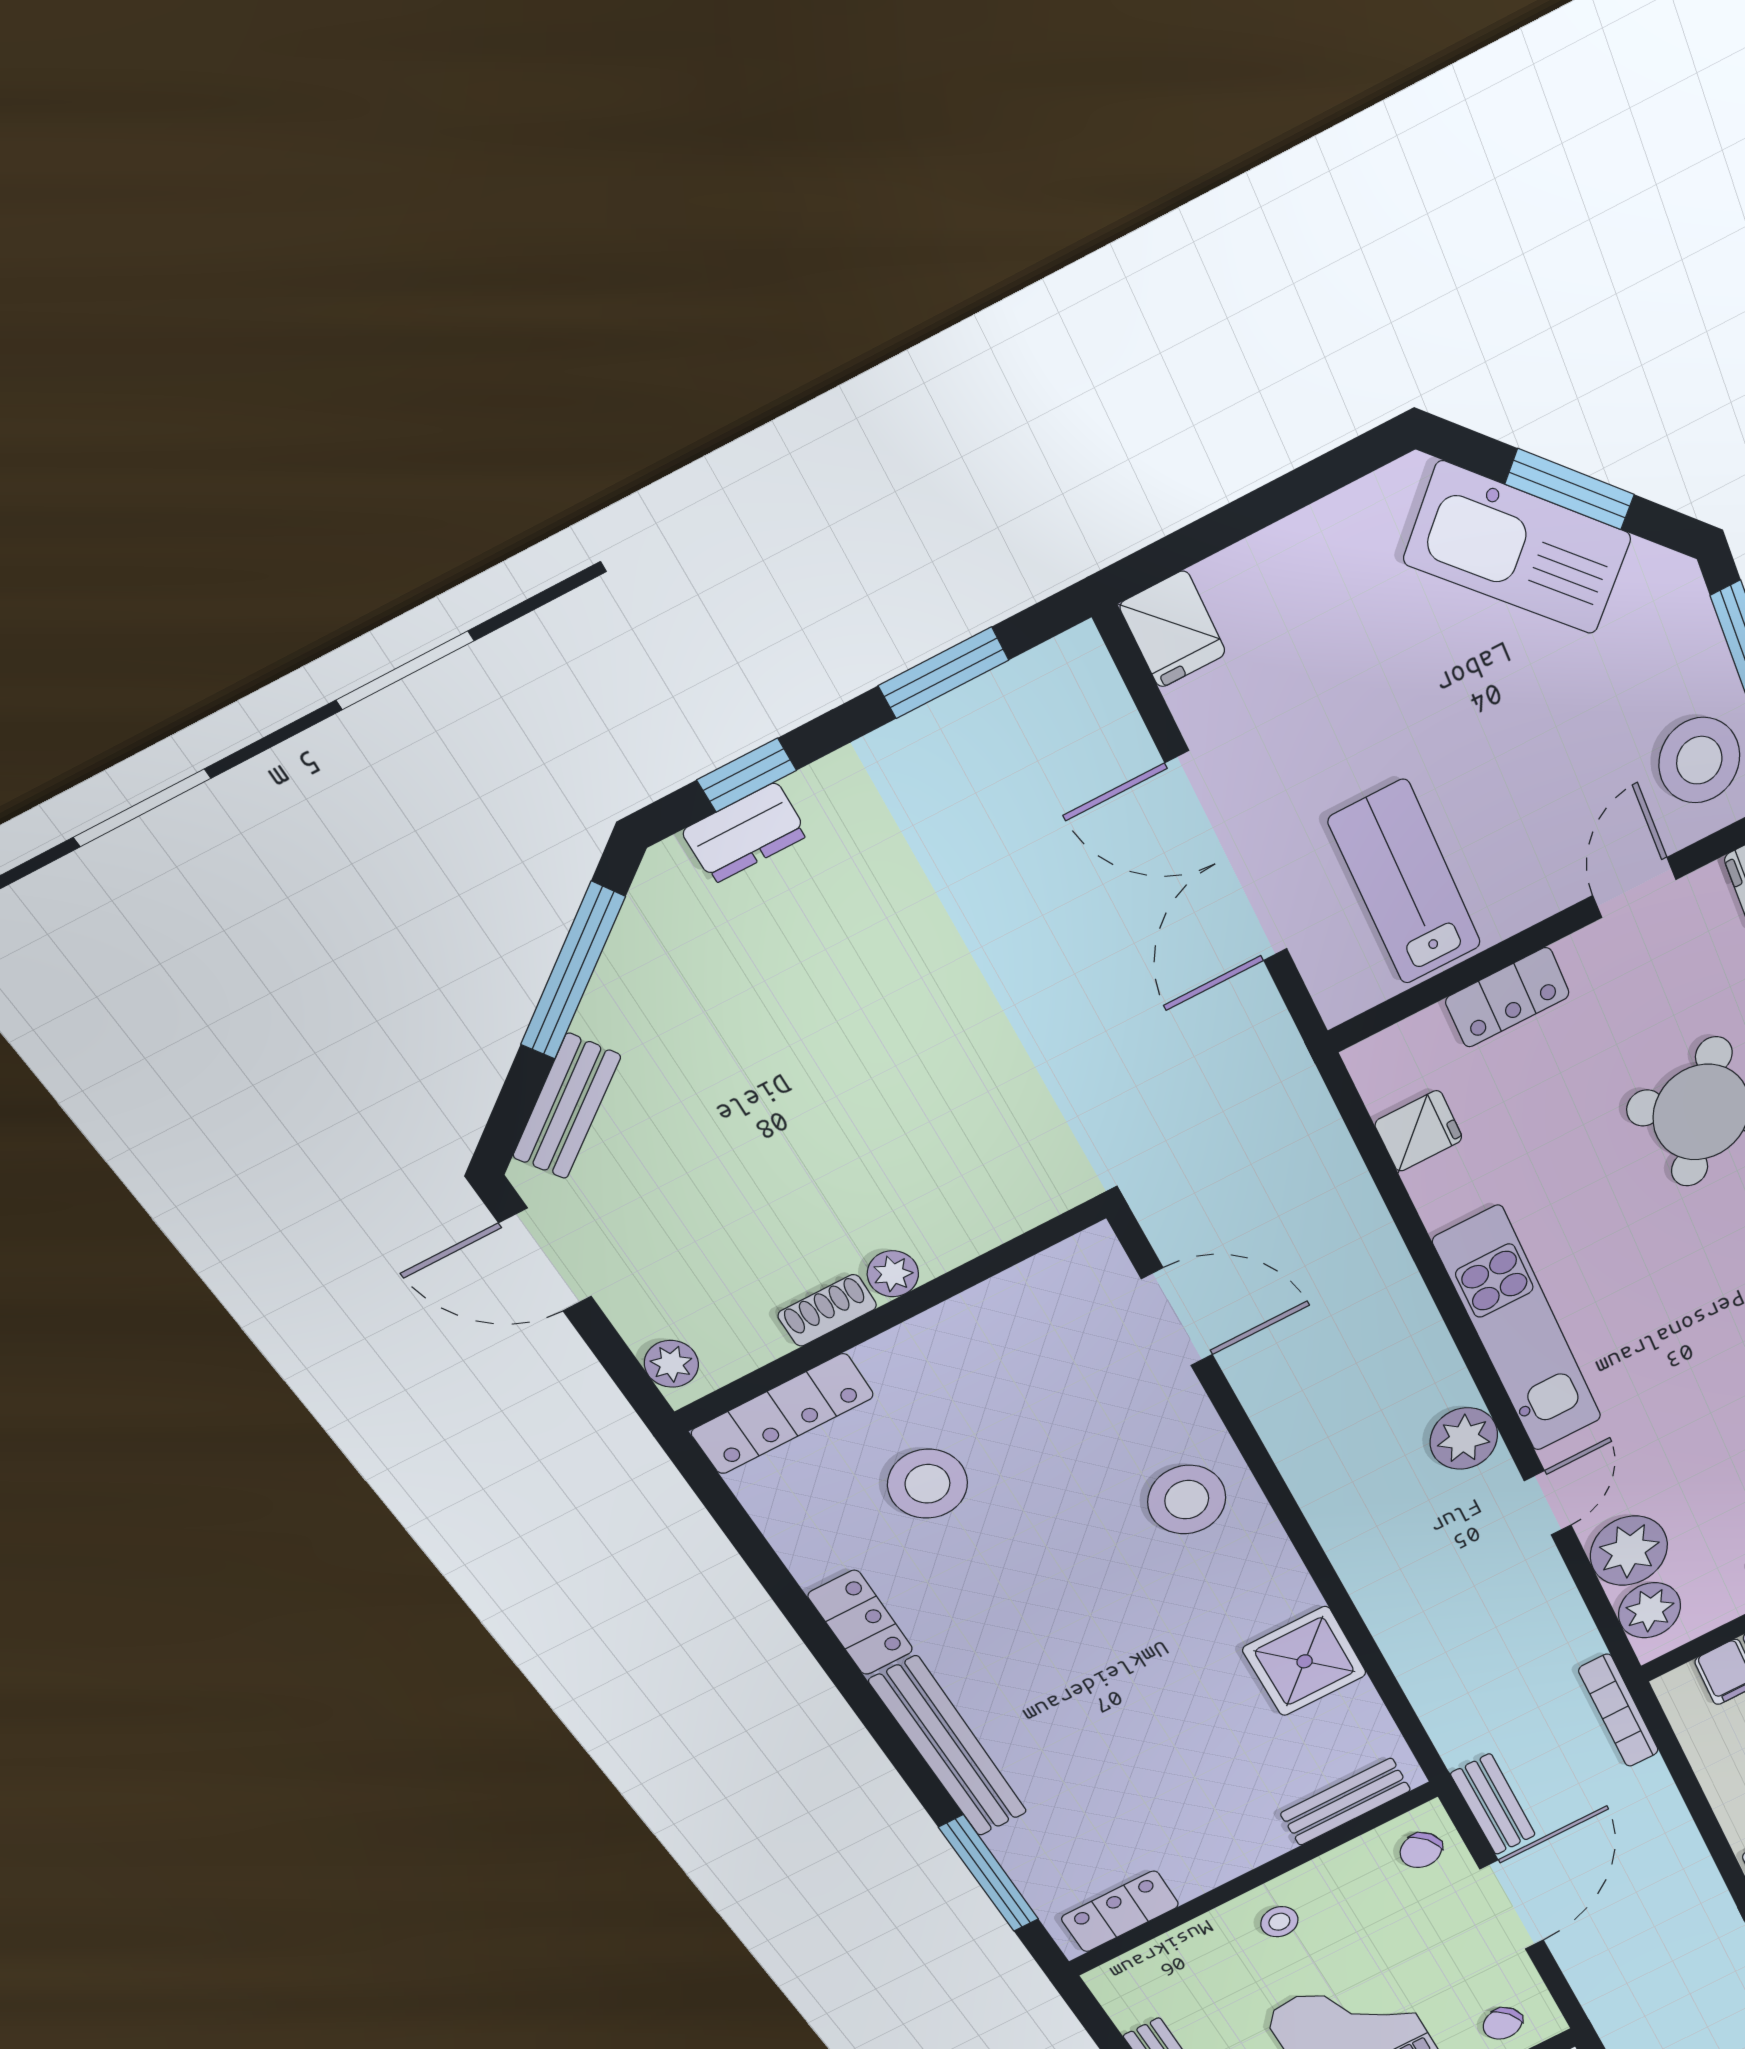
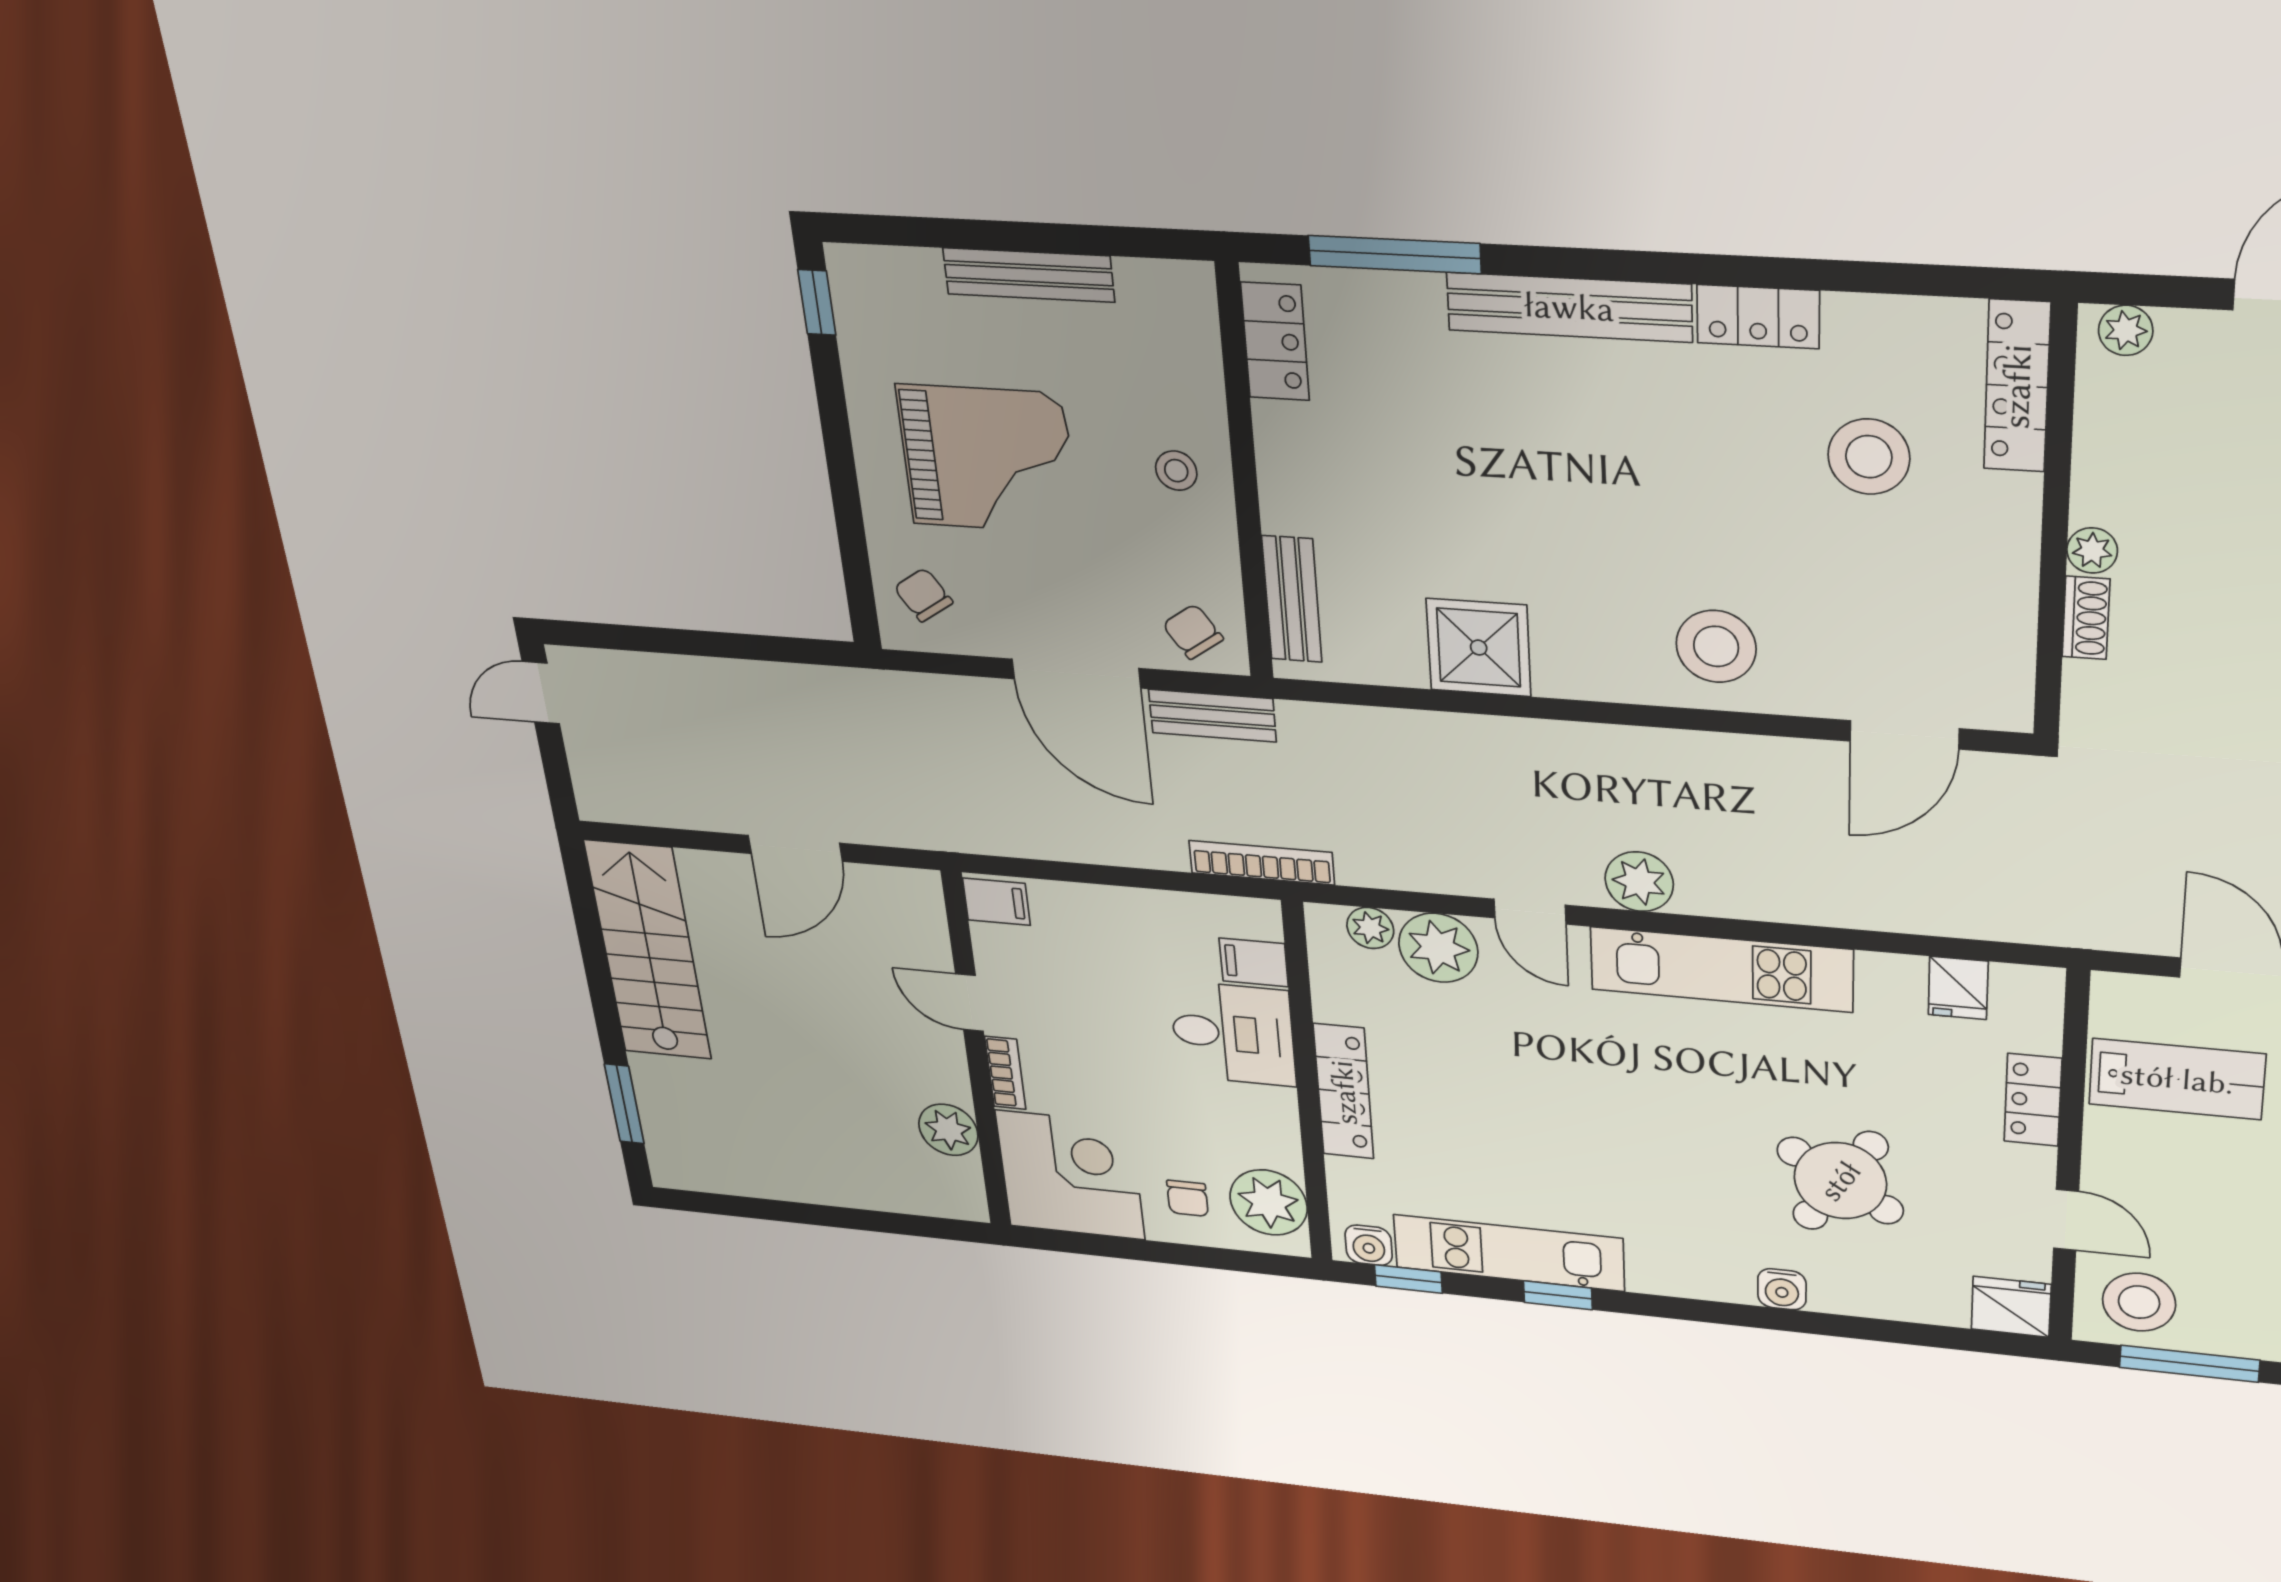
shoe rack: (827, 1310) -> (2086, 618), moved
plant: (1650, 1610) -> (1370, 928), width x0.73, depth x0.73

